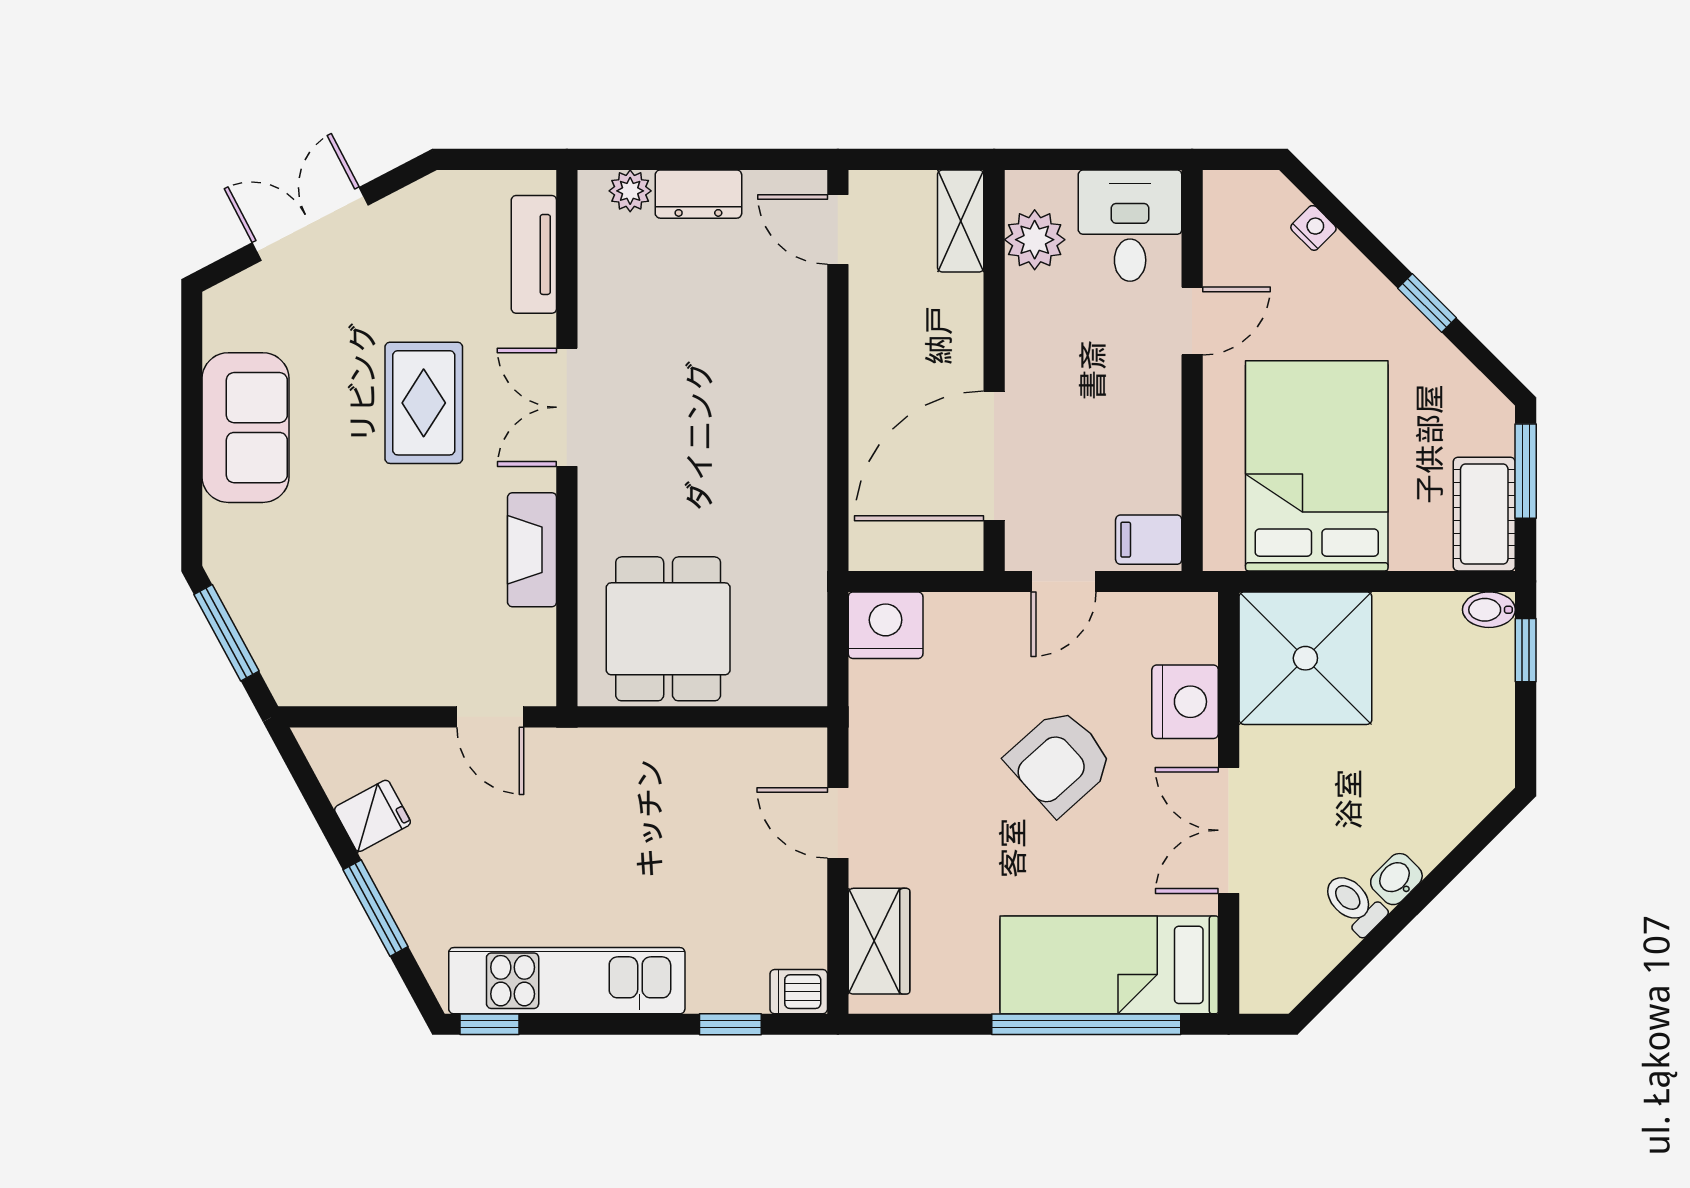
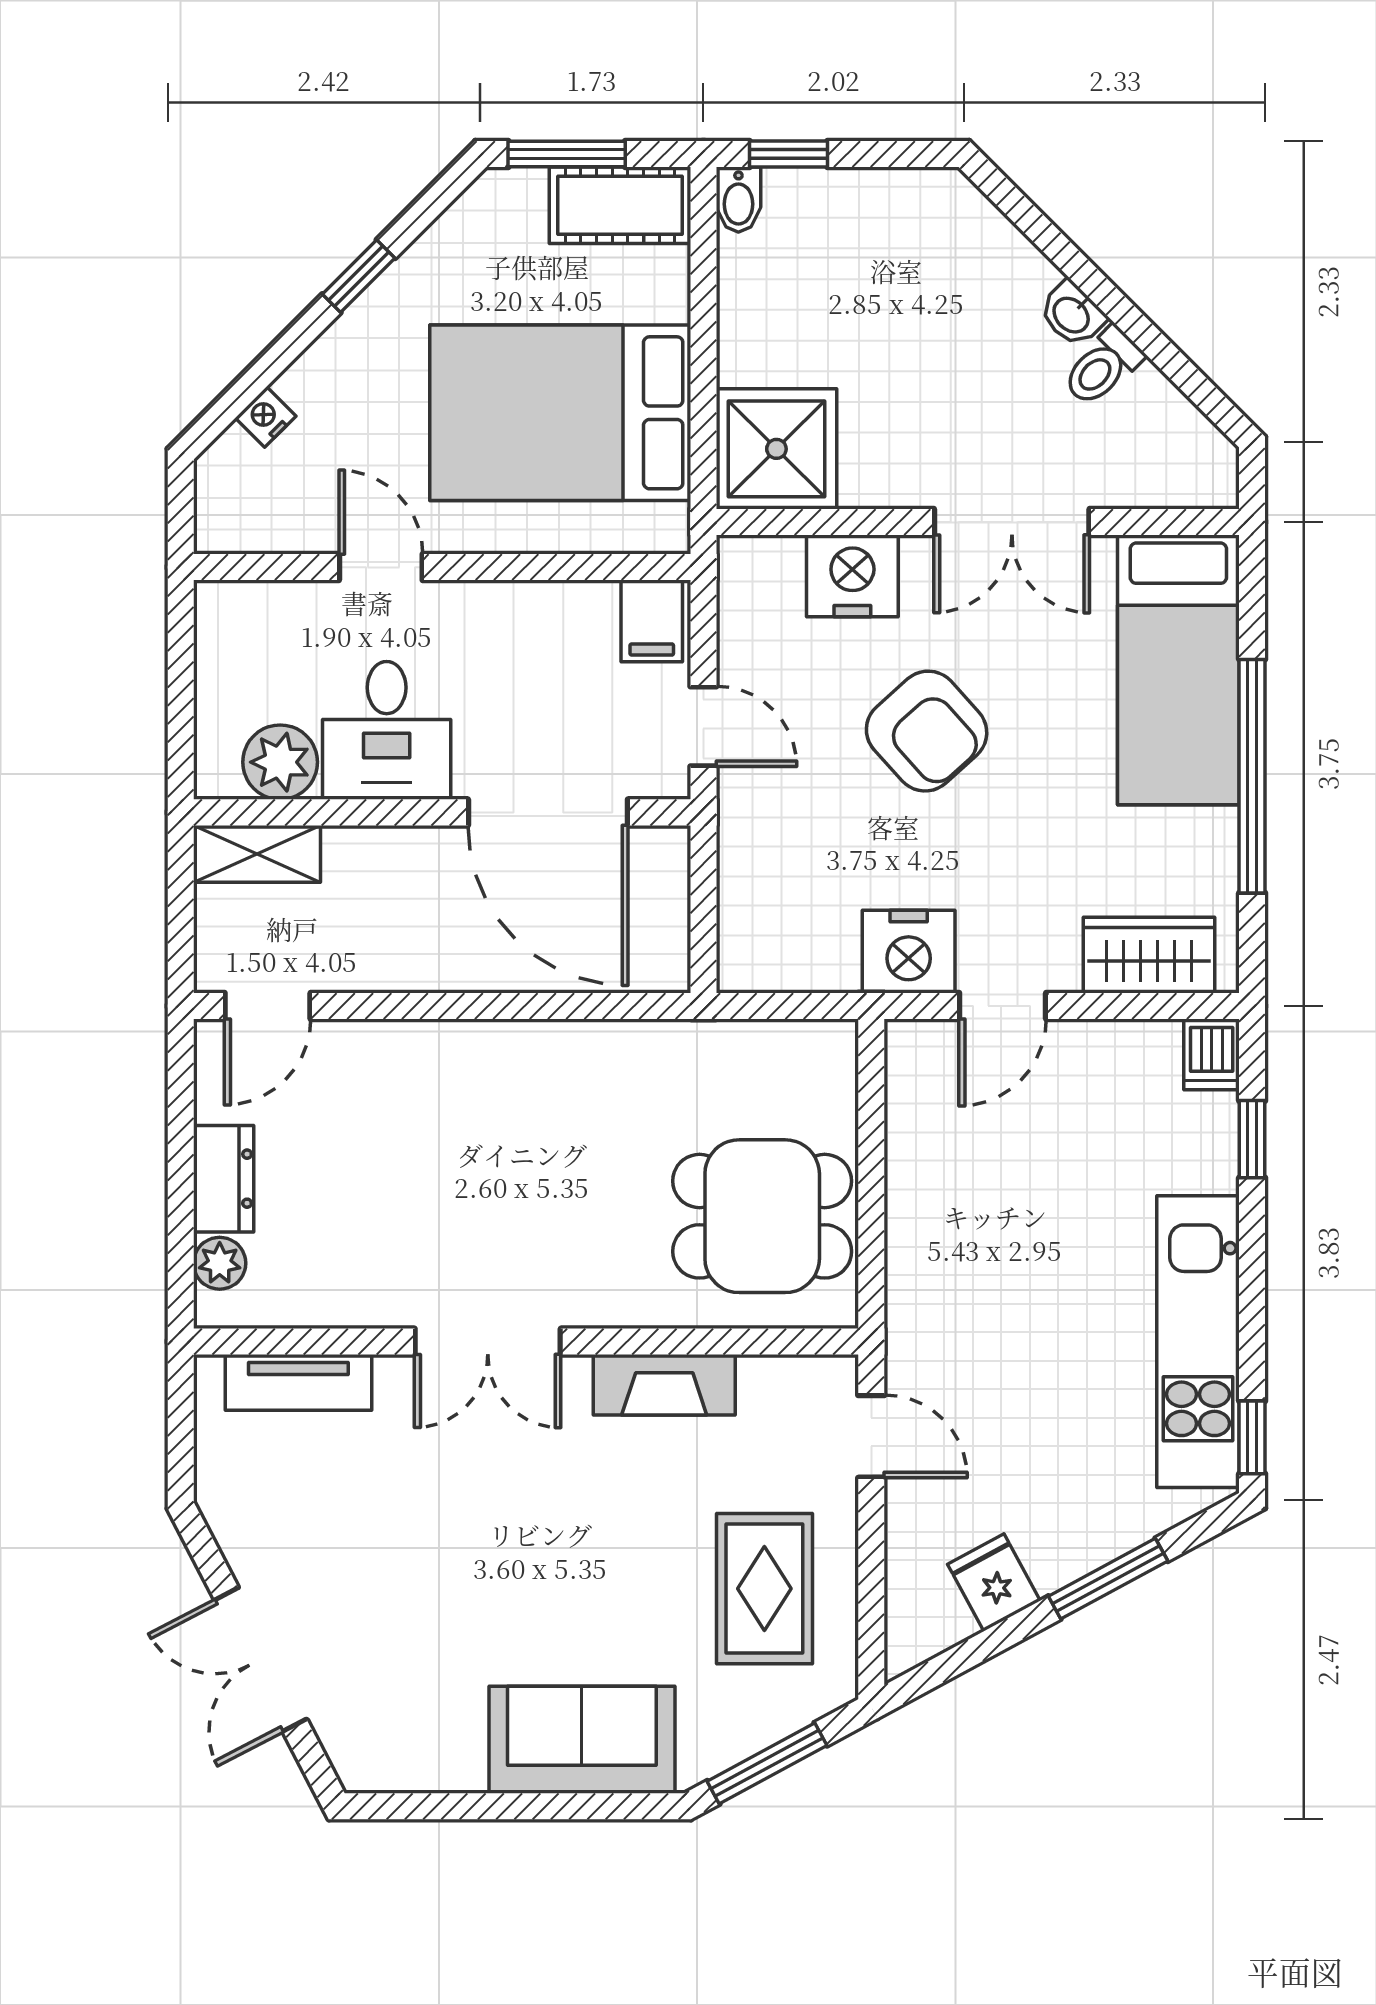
desk: (1130, 226) -> (387, 730), moved, turned -90
rug: (424, 403) -> (764, 1589), moved, turned 90
sofa: (246, 428) -> (582, 1740), moved
nightstand: (886, 625) -> (909, 952), moved, turned -90
shower: (1305, 658) -> (776, 449), width x0.73, depth x0.73
door: (490, 717) -> (871, 1436), hinge flipped
window: (1086, 1024) -> (1252, 776), moved

